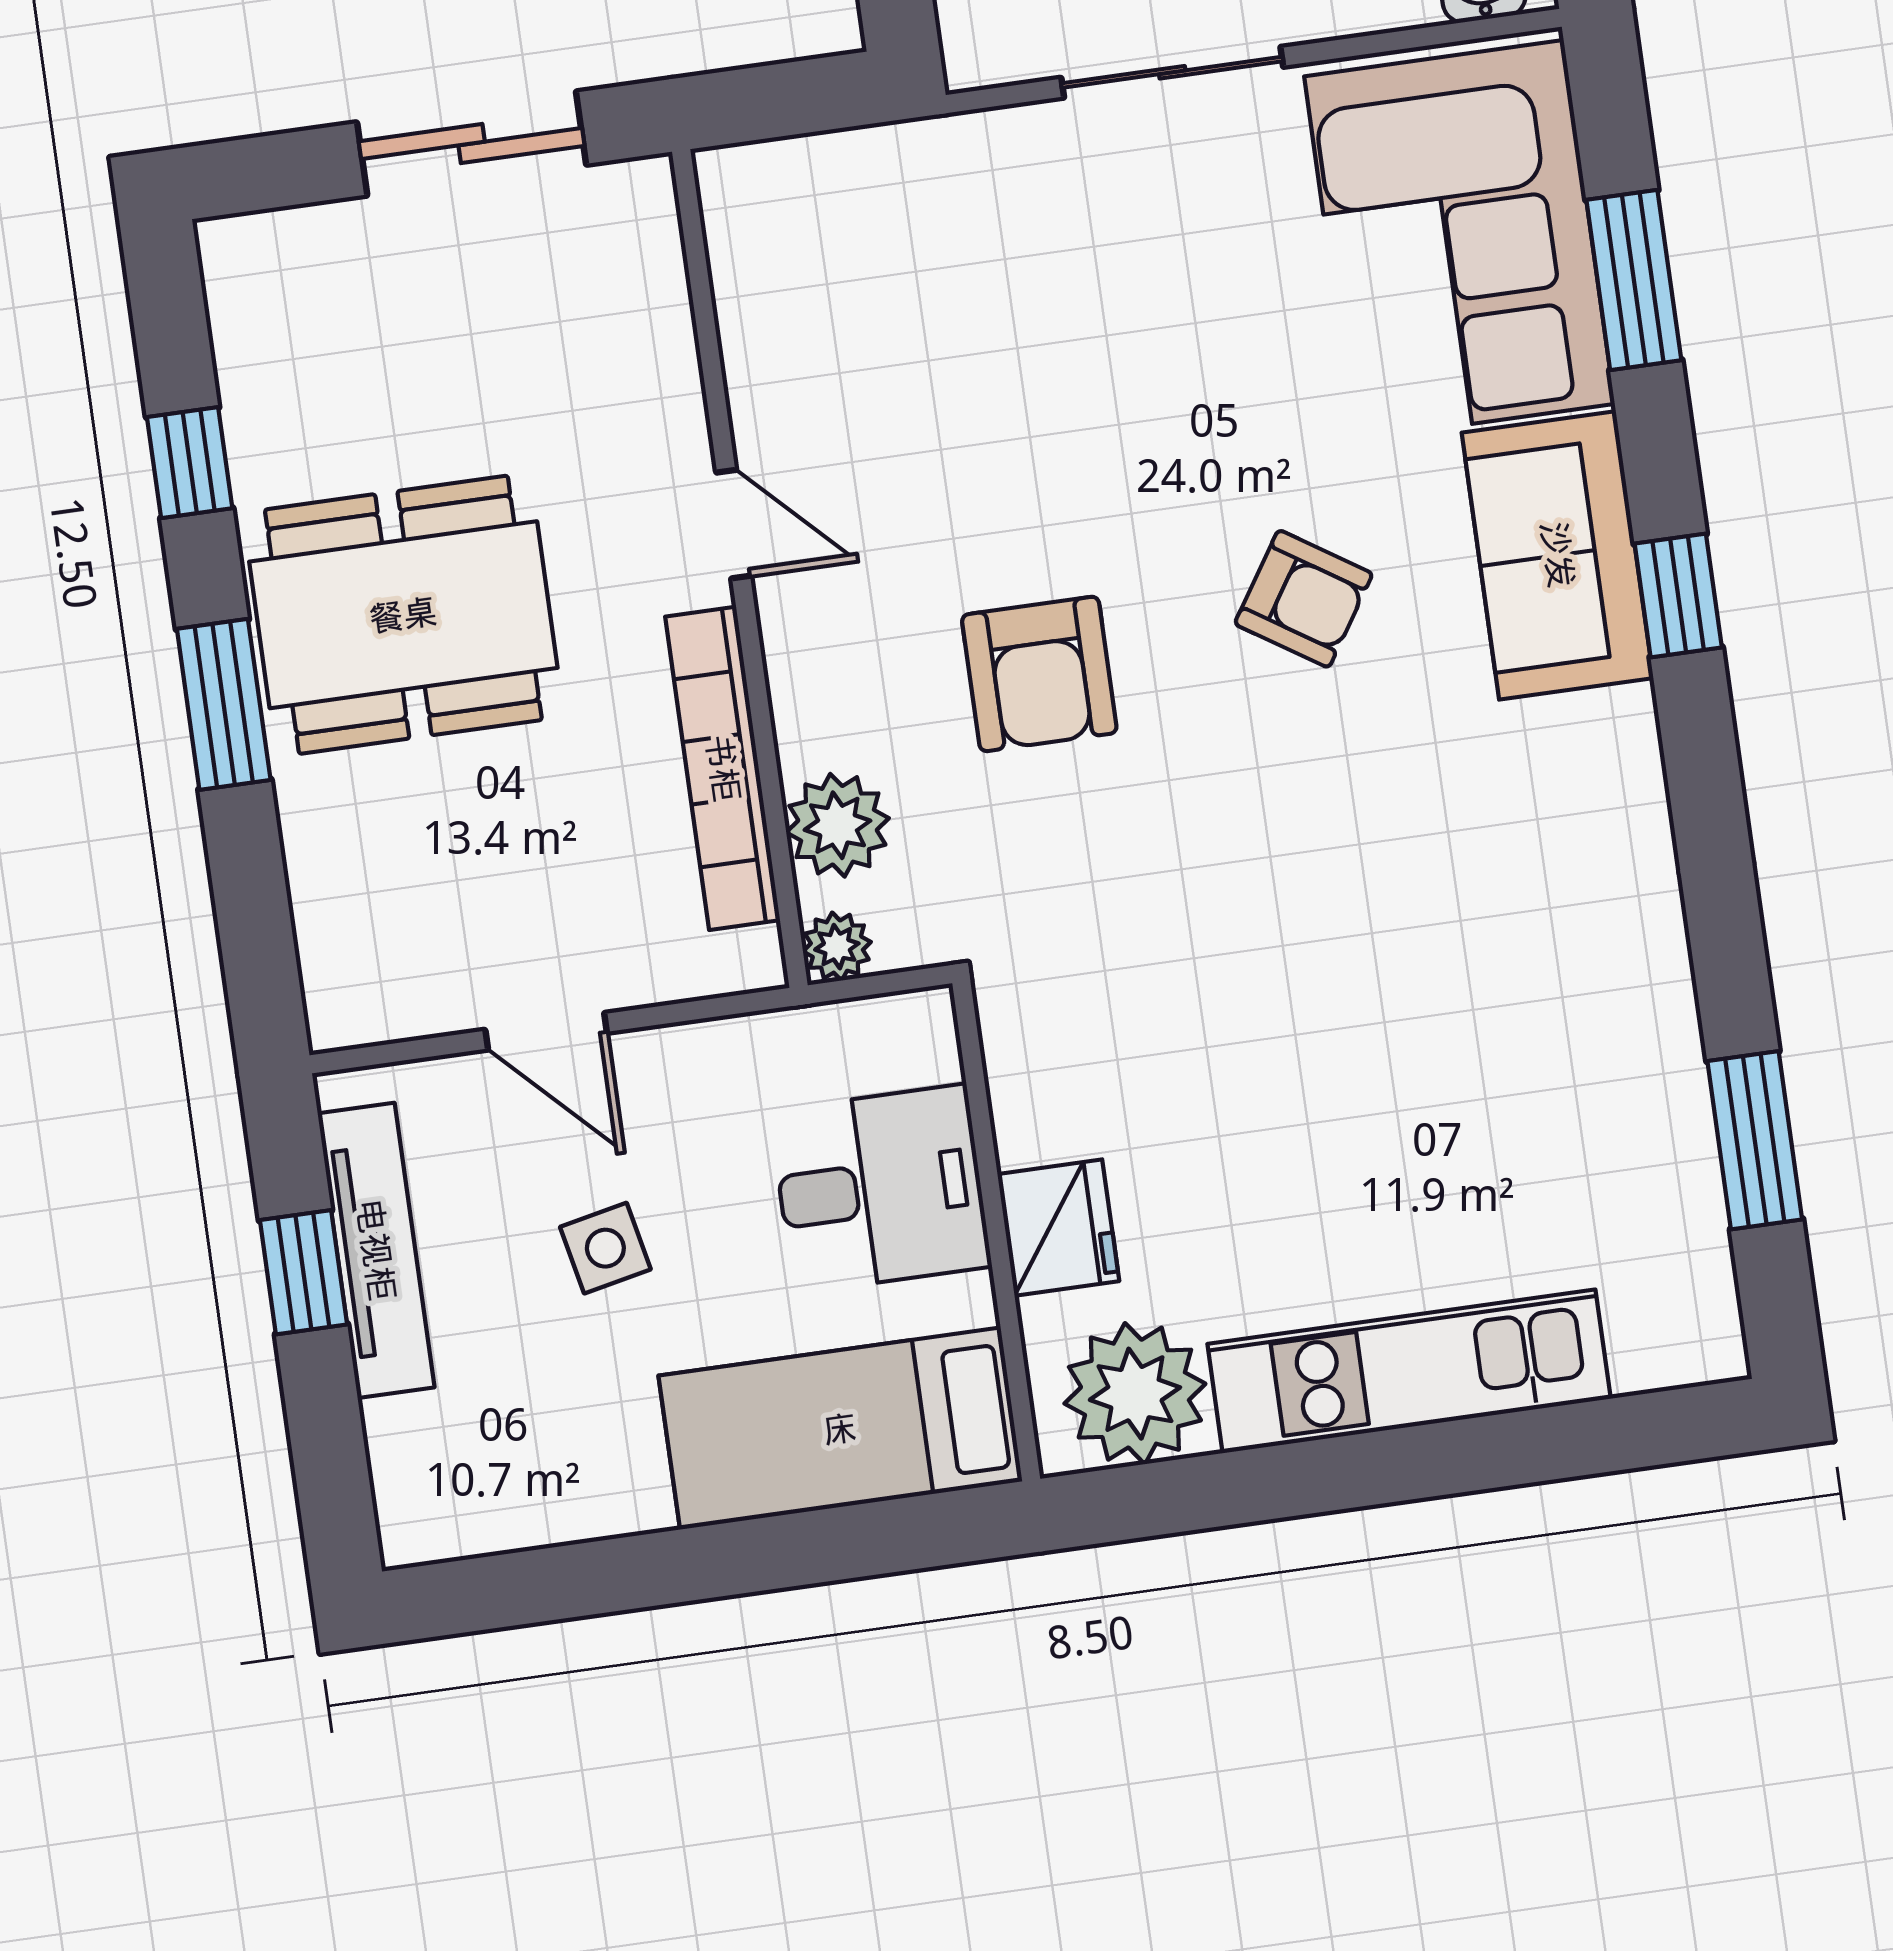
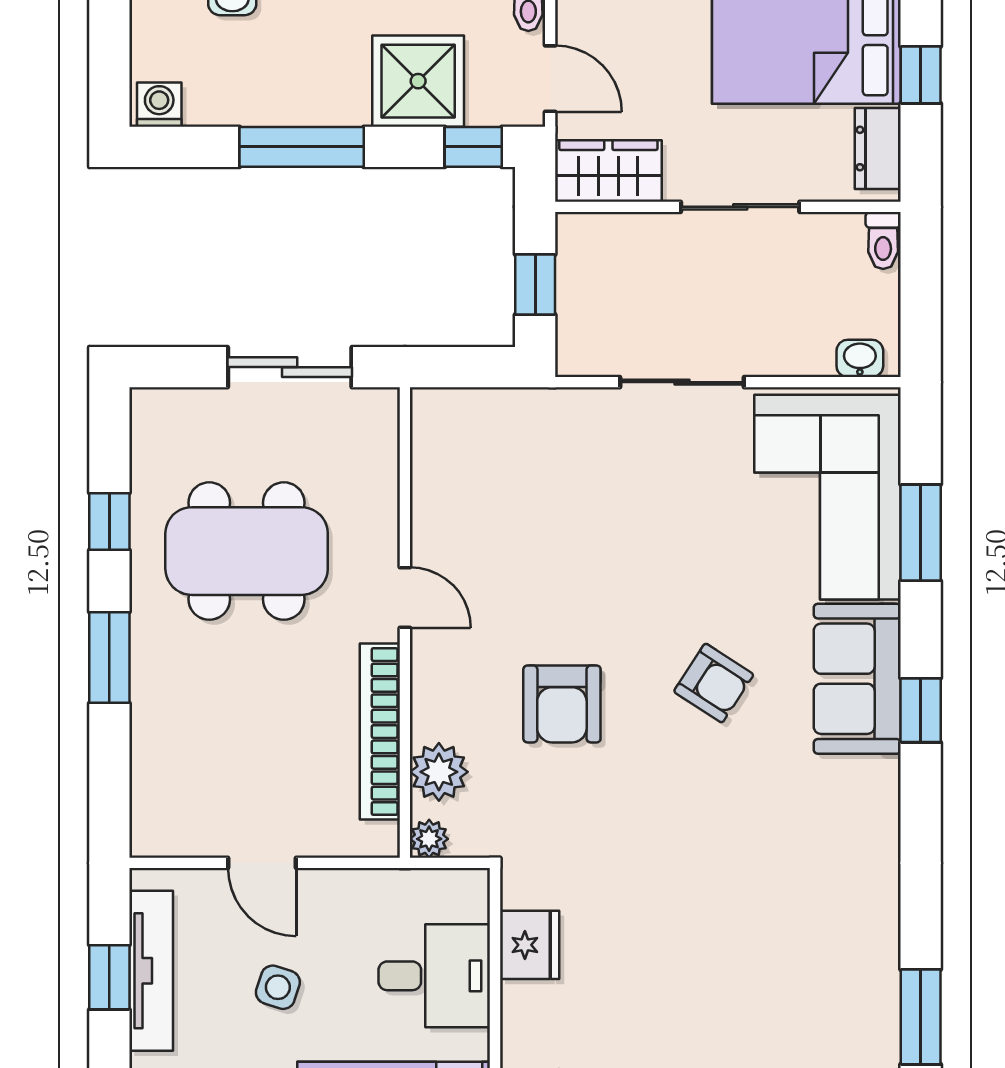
dining table: (403, 615) -> (247, 551), moved
fridge: (1058, 1228) -> (530, 945), moved
side table: (605, 1248) -> (278, 987), turned 30

